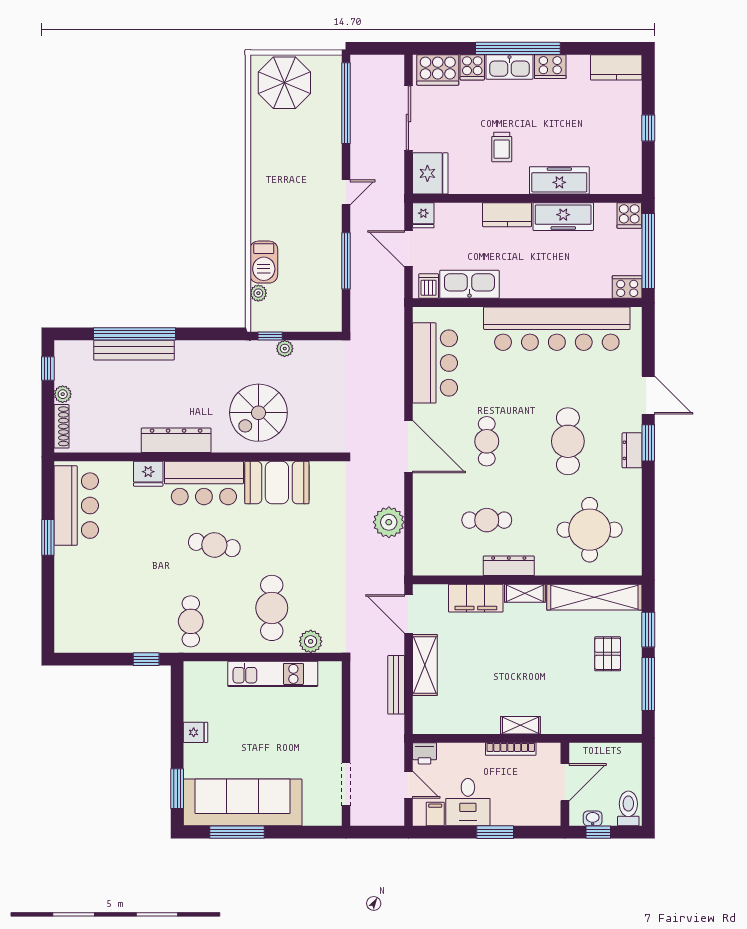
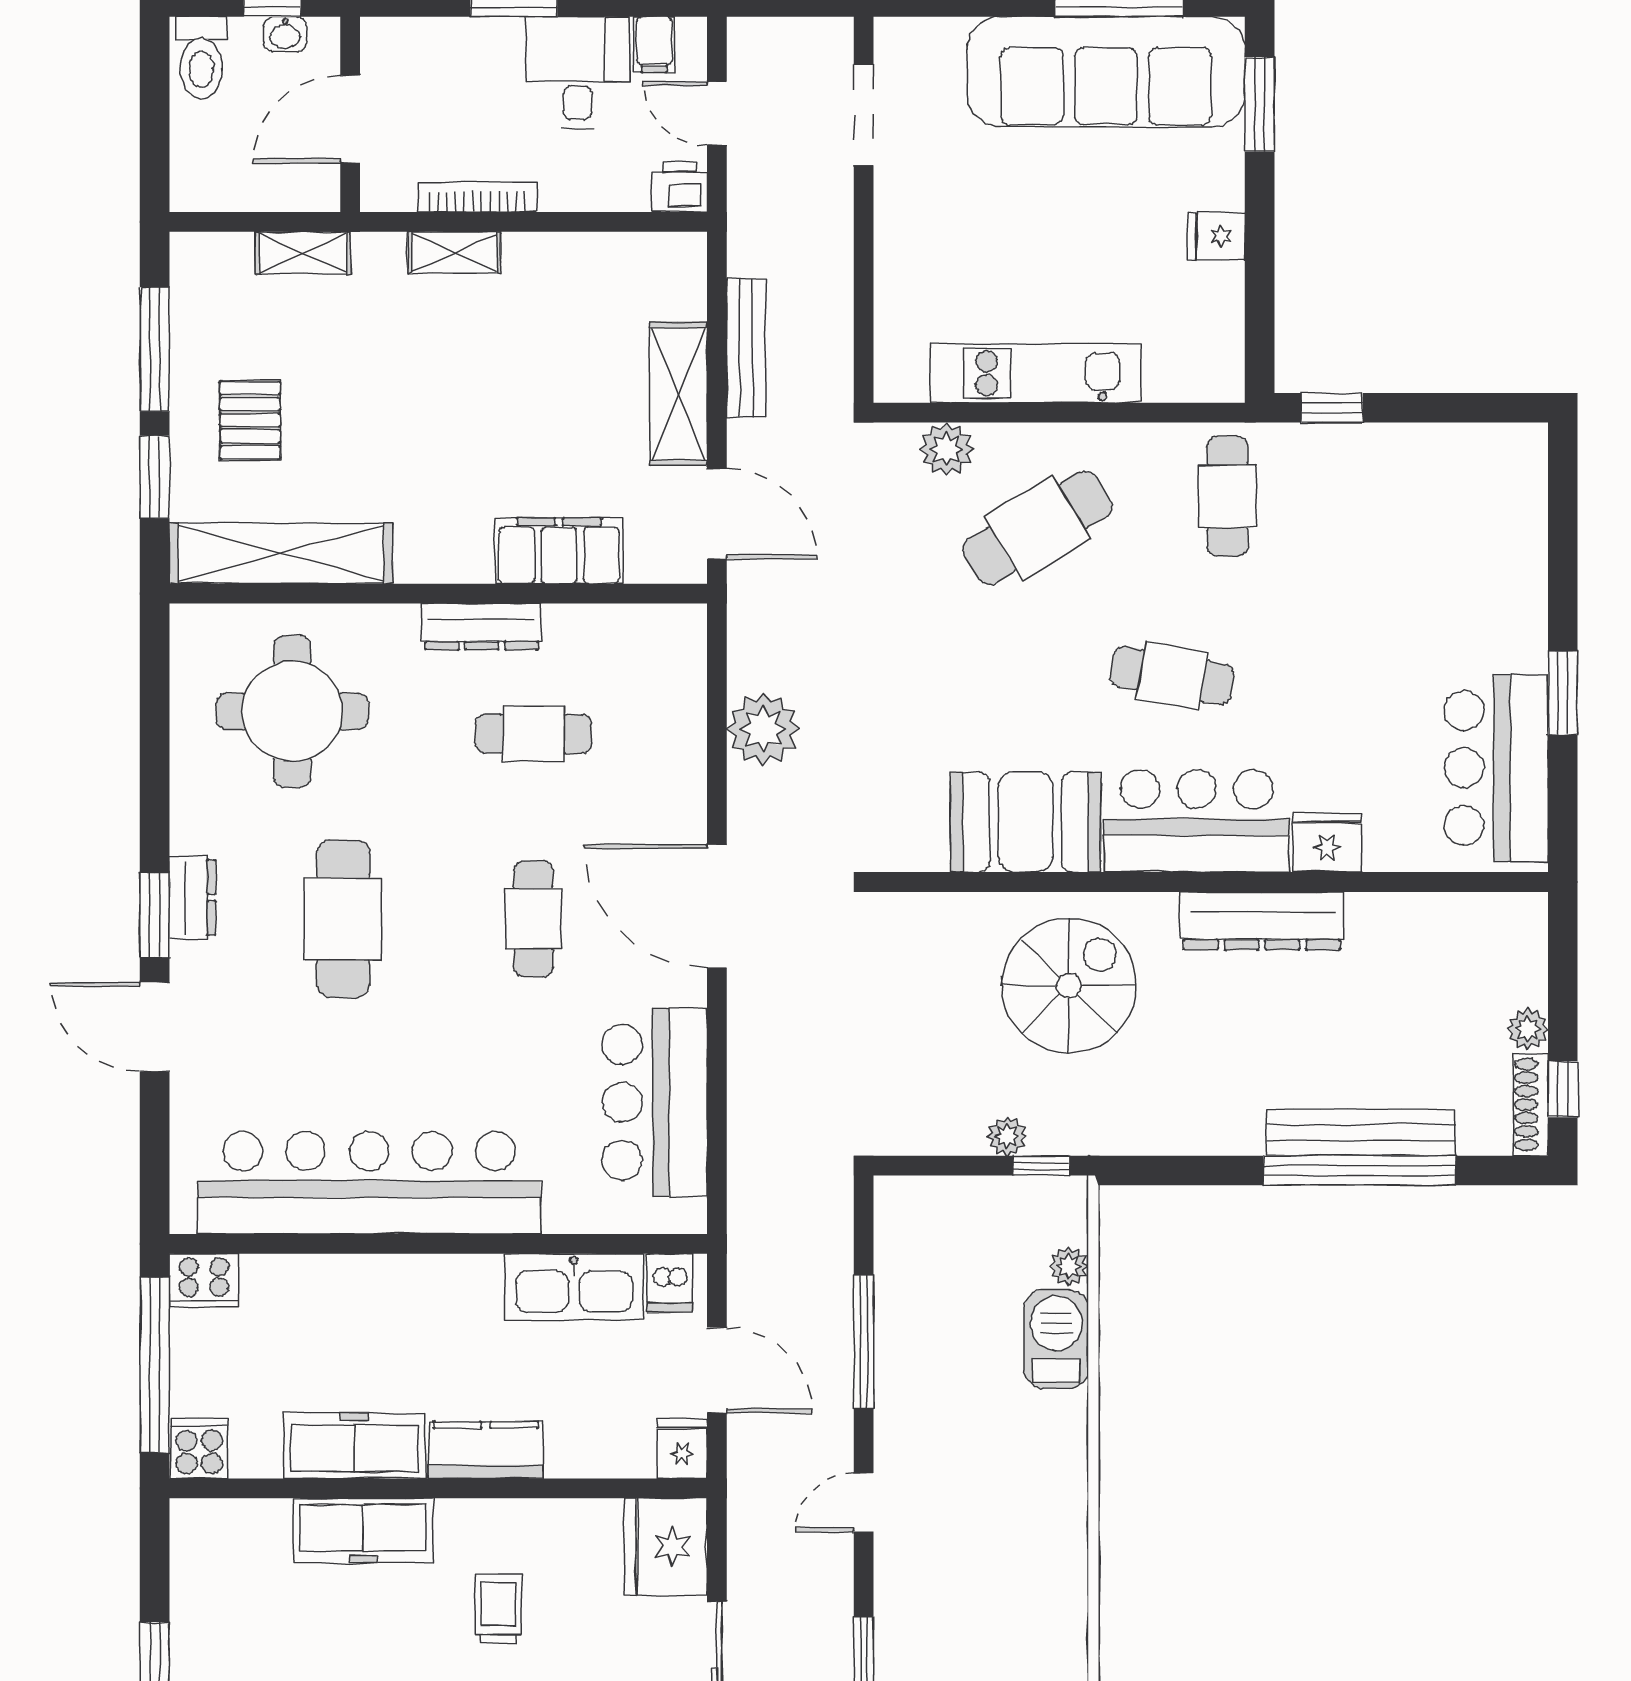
shoe rack: (61, 426) -> (1531, 1105), moved
shelving: (525, 593) -> (303, 253), moved
cafe table: (272, 608) -> (1038, 528), turned 59

